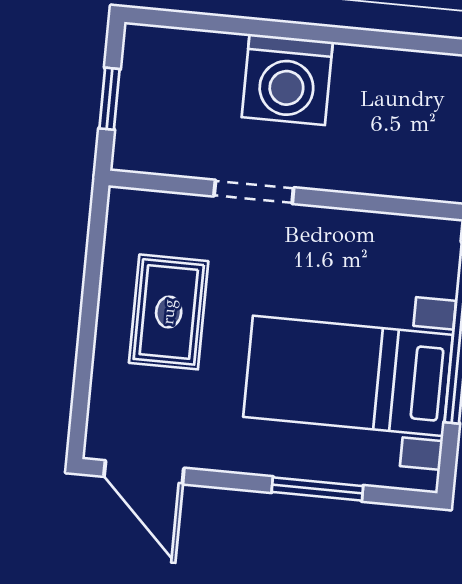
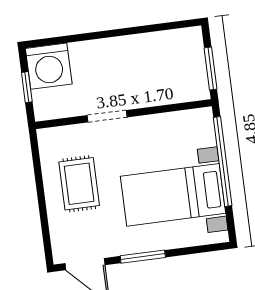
washing machine: (287, 80) -> (49, 66), moved
window: (317, 489) -> (143, 257), moved

